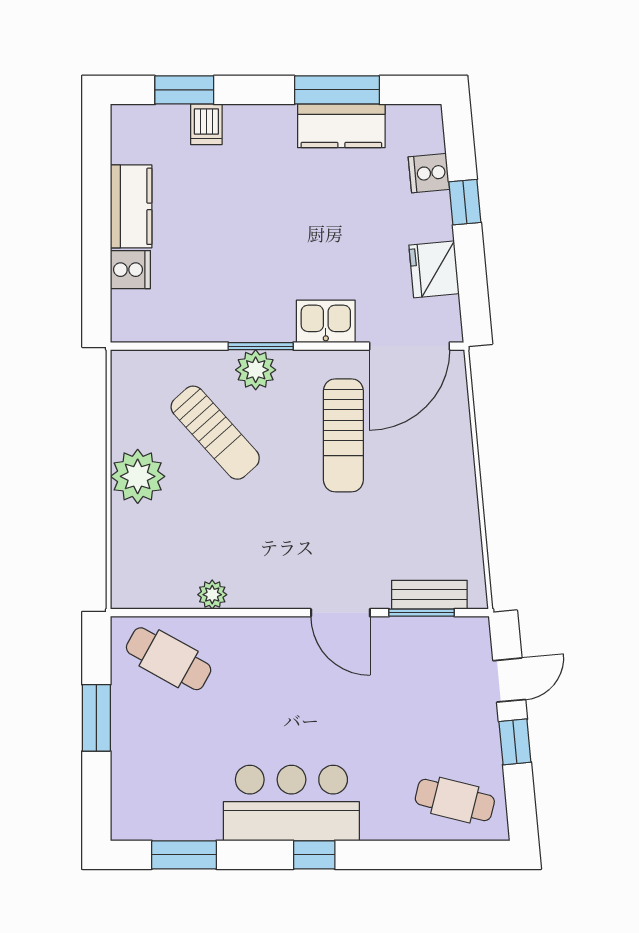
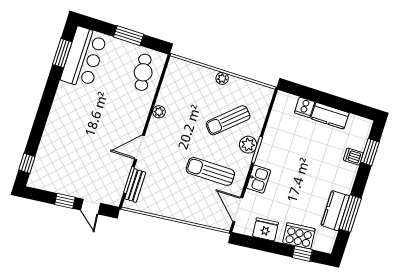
cooker: (429, 173) -> (299, 236), width x1.87, depth x1.31
window: (465, 202) -> (302, 254), moved
door: (409, 346) -> (238, 210), width x0.73
plant: (138, 476) -> (222, 78), width x0.53, depth x0.53
plant: (212, 595) -> (159, 112), moved
cafe table: (169, 659) -> (143, 72), turned -39
cafe table: (455, 800) -> (49, 169), removed
bar counter: (291, 803) -> (84, 58), moved
window: (314, 855) -> (27, 163), moved

